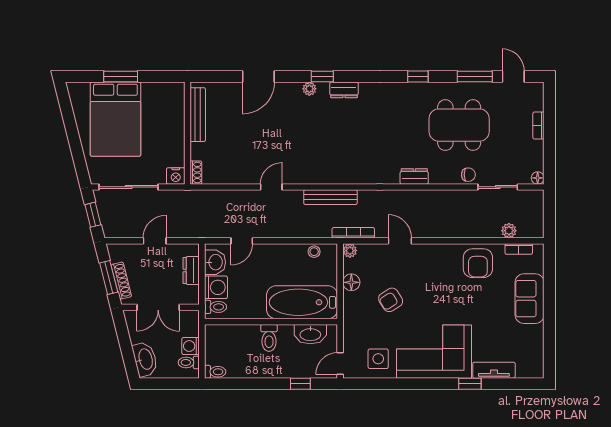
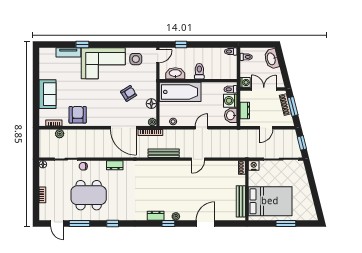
bed: (115, 119) -> (270, 201), moved, turned 90
door: (242, 241) -> (202, 128), moved
door: (400, 241) -> (123, 128), width x1.88
washing machine: (191, 346) -> (245, 82), moved

